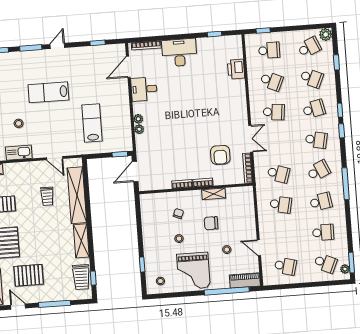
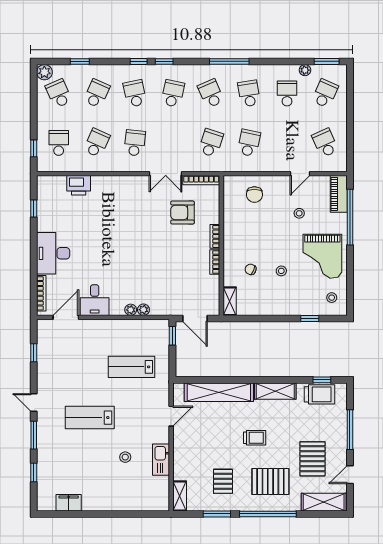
door: (128, 67) -> (66, 317), swing flipped
lab bench: (48, 92) -> (90, 418), turned 90
double door: (251, 139) -> (166, 174), swing flipped
armchair: (220, 155) -> (183, 213), turned 180
shelving: (214, 194) -> (230, 301), moved
trolley: (47, 196) -> (255, 438), moved
chair: (211, 223) -> (254, 195), moved
school desk: (285, 266) -> (325, 143), turned -39
plant: (345, 269) -> (305, 70), moved
grand piano: (193, 271) -> (322, 256), turned 90

